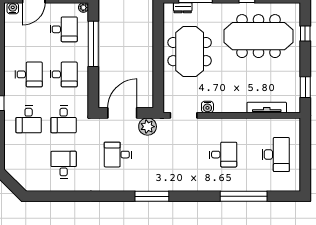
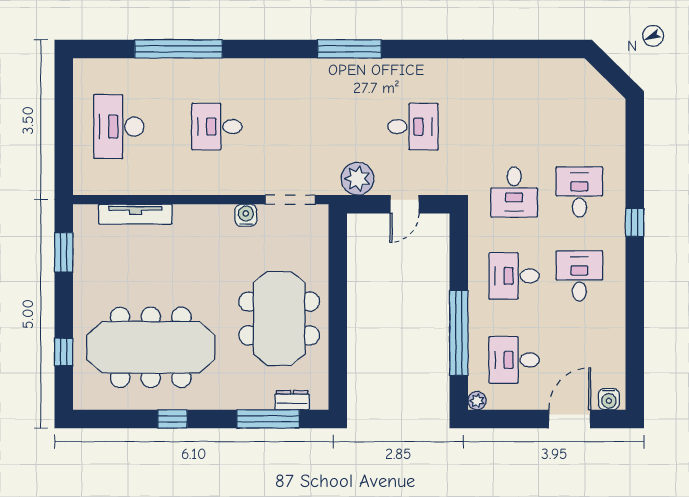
desk: (29, 74) -> (579, 276), turned 90
door: (122, 113) -> (405, 204), width x0.53
desk: (64, 119) -> (514, 192), turned 180
desk: (64, 165) -> (514, 108), removed

